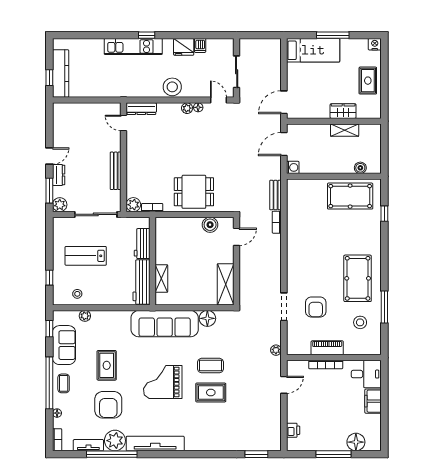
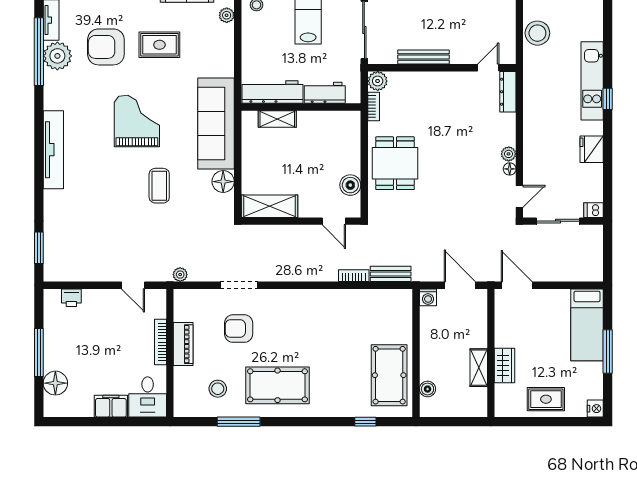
dishwasher: (200, 45) -> (594, 210), moved
stool: (172, 87) -> (537, 33), moved
rug: (211, 393) -> (123, 186), removed
tv unit: (155, 444) -> (53, 150), moved

